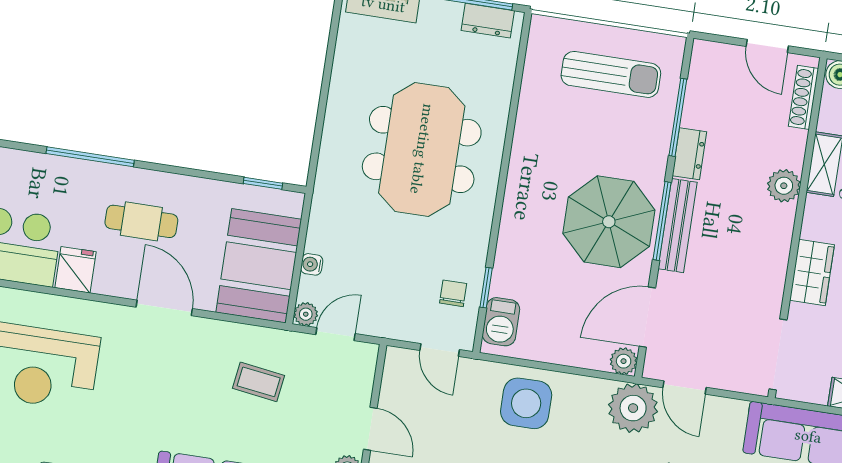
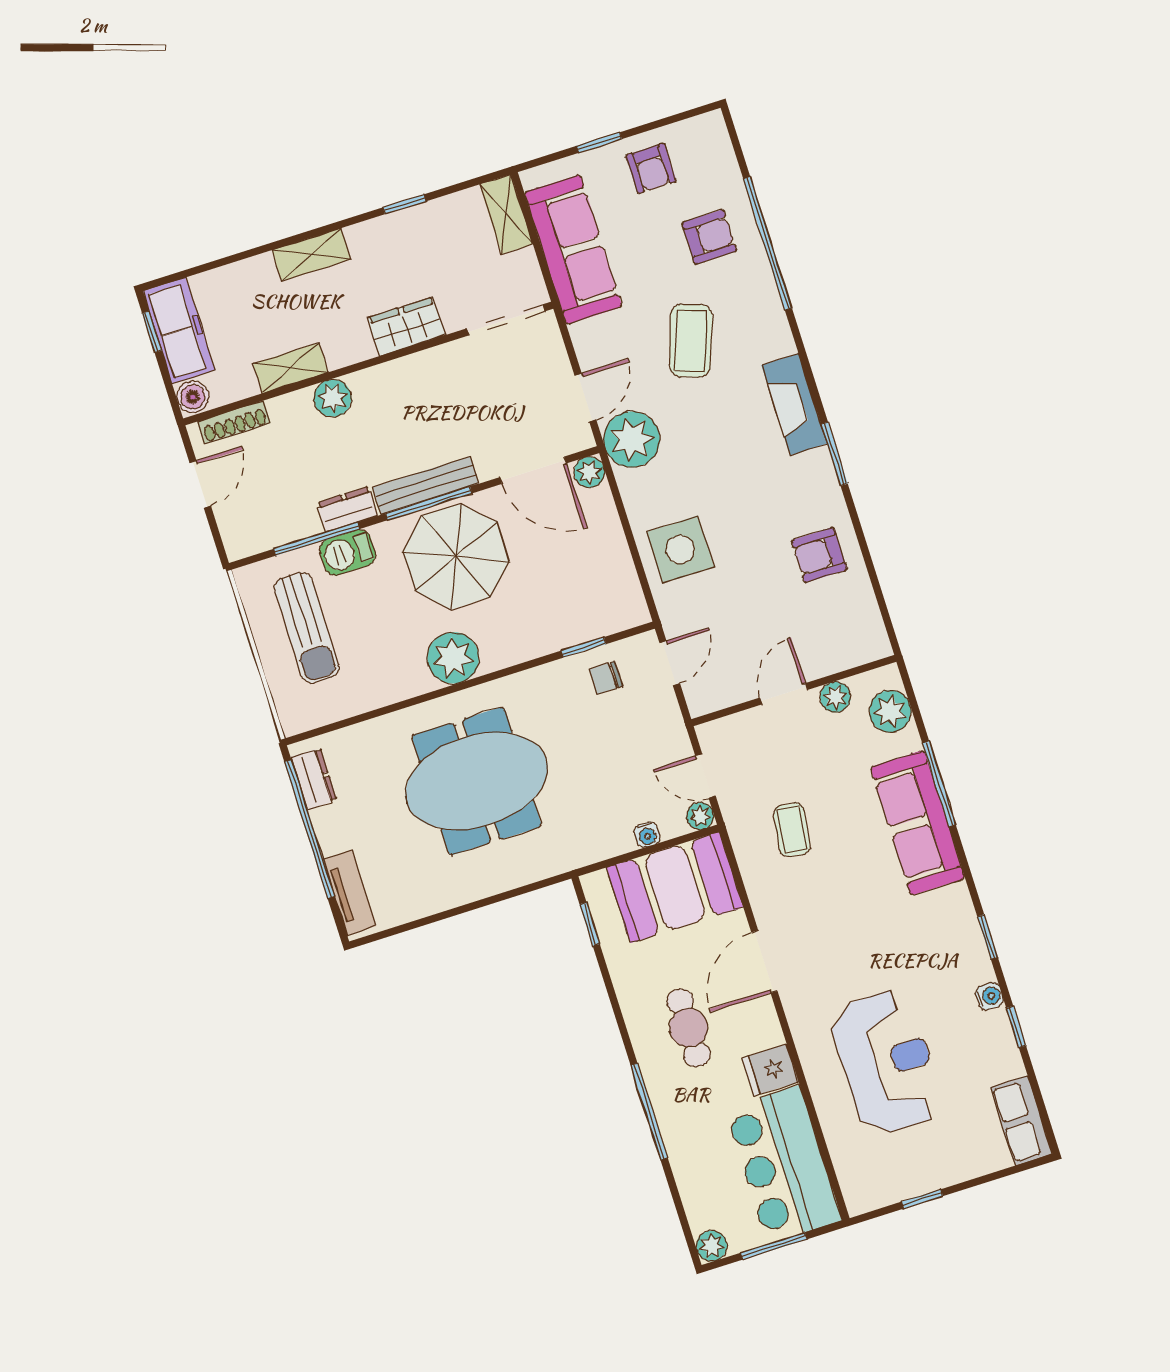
sun lounger: (611, 74) -> (307, 628), turned 180
plant: (529, 179) -> (453, 658), added
barbecue: (501, 322) -> (348, 552), moved, turned 180

